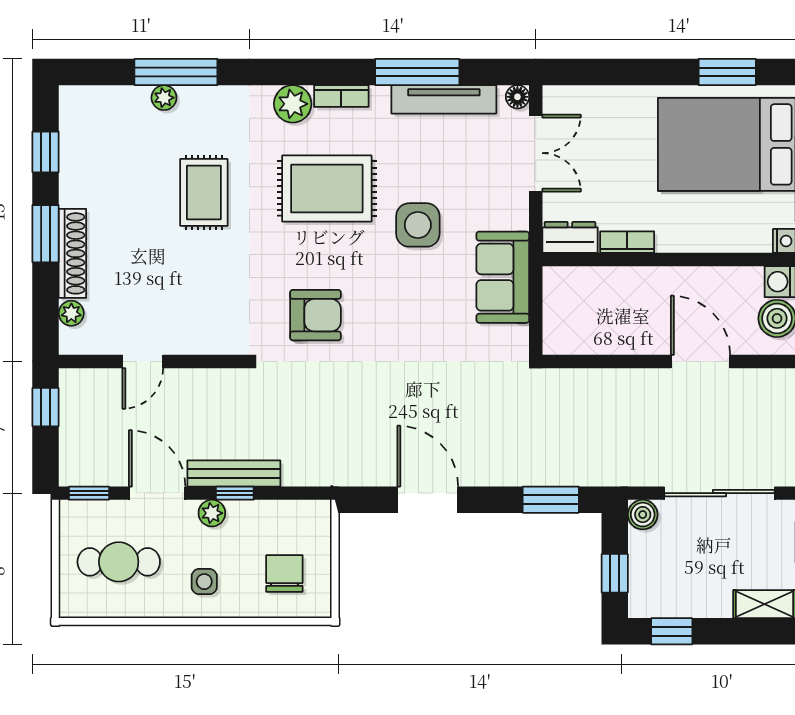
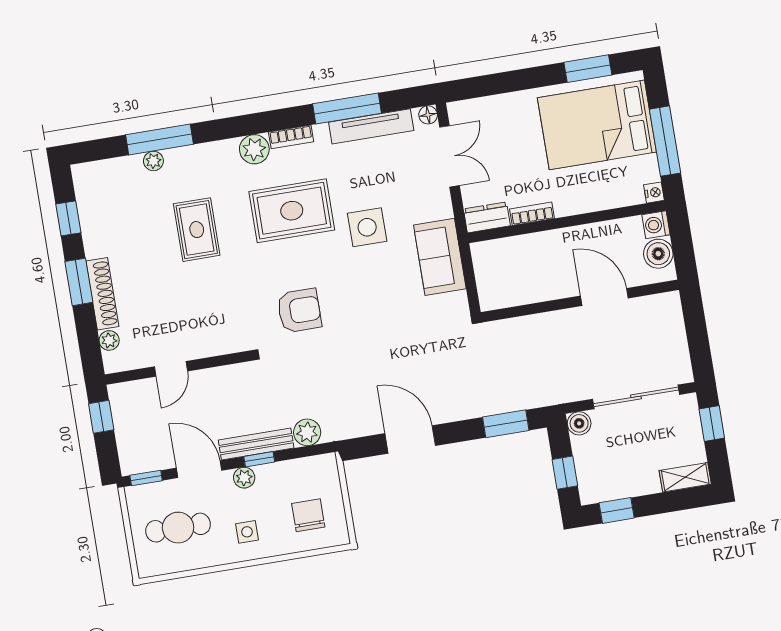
plant: (300, 469) -> (307, 432), added

